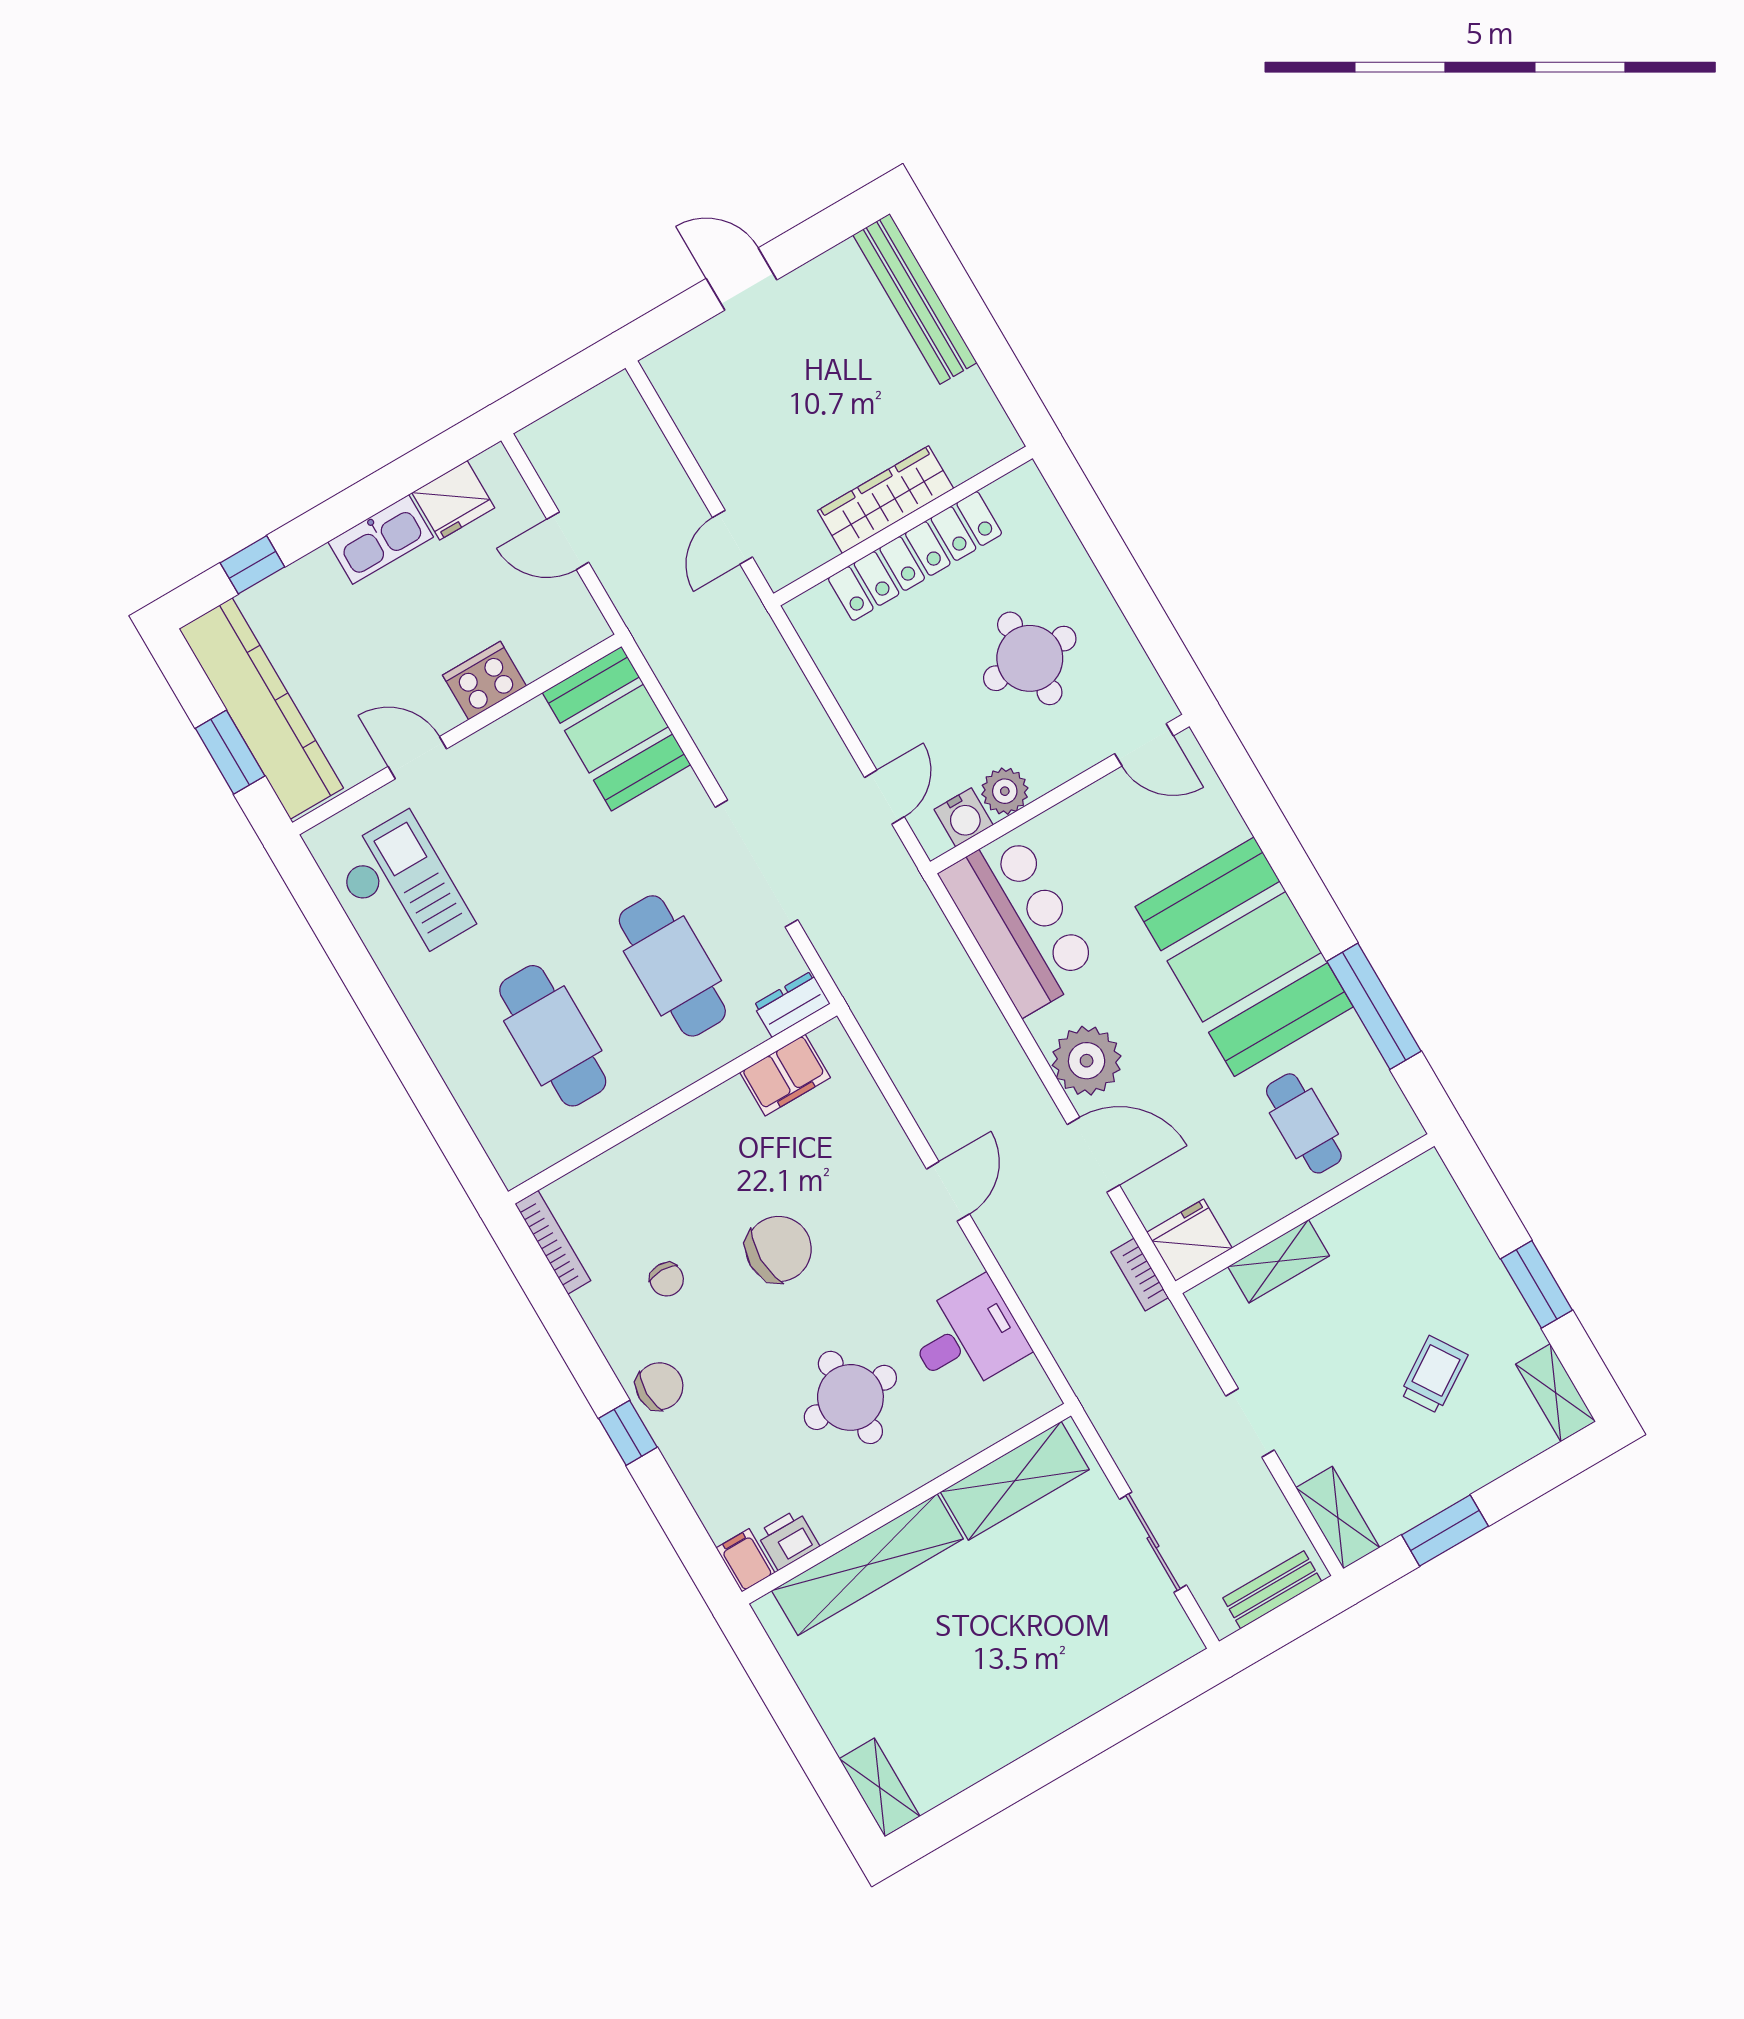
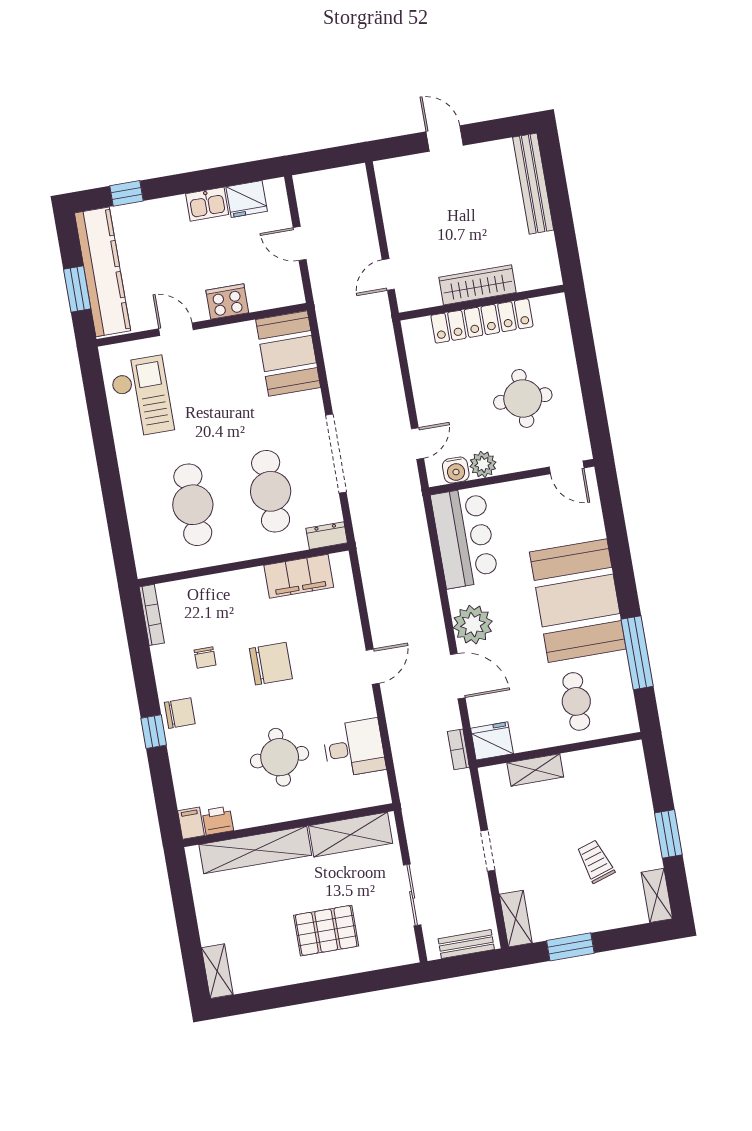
kitchen sink: (381, 539) -> (207, 204), width x0.73
filing cabinet: (785, 1075) -> (299, 576), width x1.50, depth x1.17
trolley: (1434, 1375) -> (596, 861), turned -75
pallet: (1034, 1654) -> (326, 931), added

